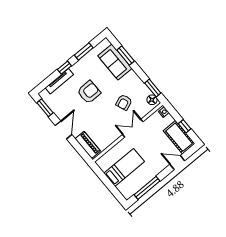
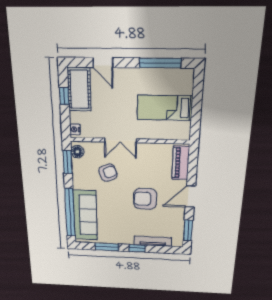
window: (126, 55) -> (70, 213), width x2.11
sofa: (115, 62) -> (85, 215), width x1.36
armchair: (89, 92) -> (145, 199), moved

